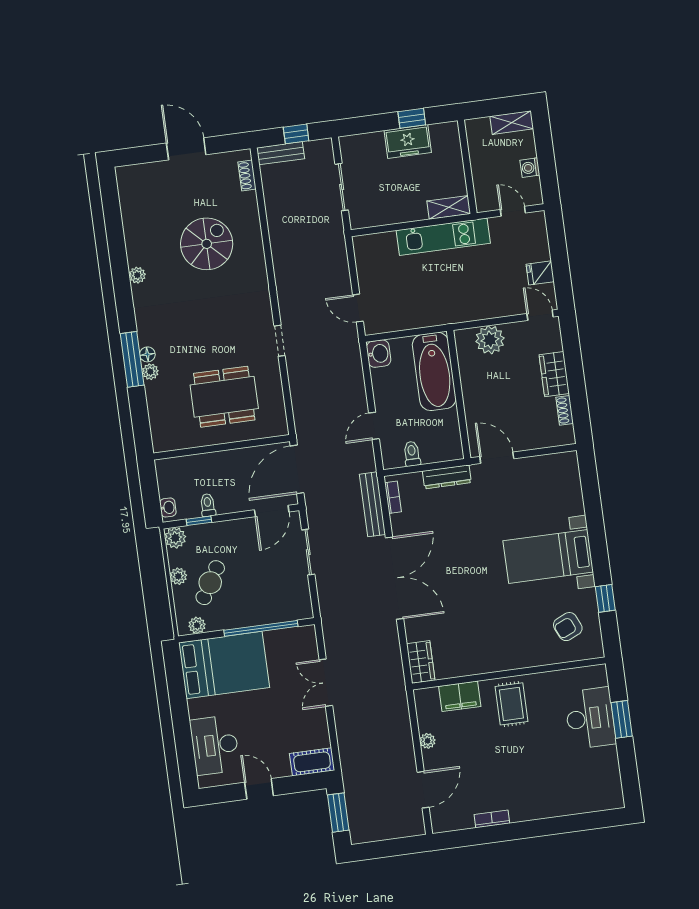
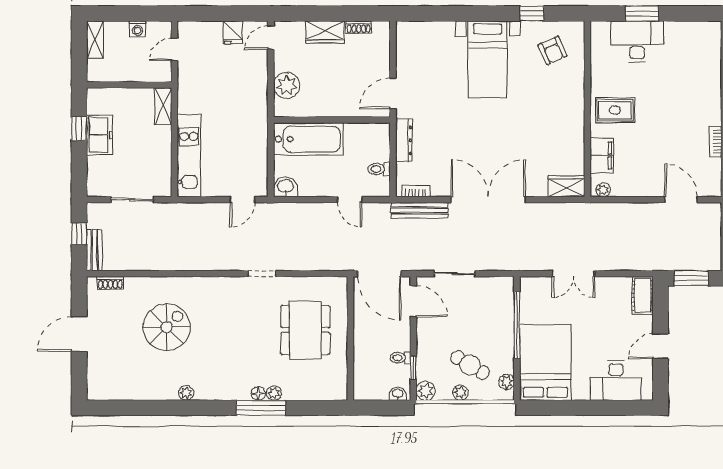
kitchen unit: (443, 237) -> (189, 155), moved
spiral stairs: (207, 244) -> (167, 327), turned 90
plant: (428, 741) -> (603, 190), moved

